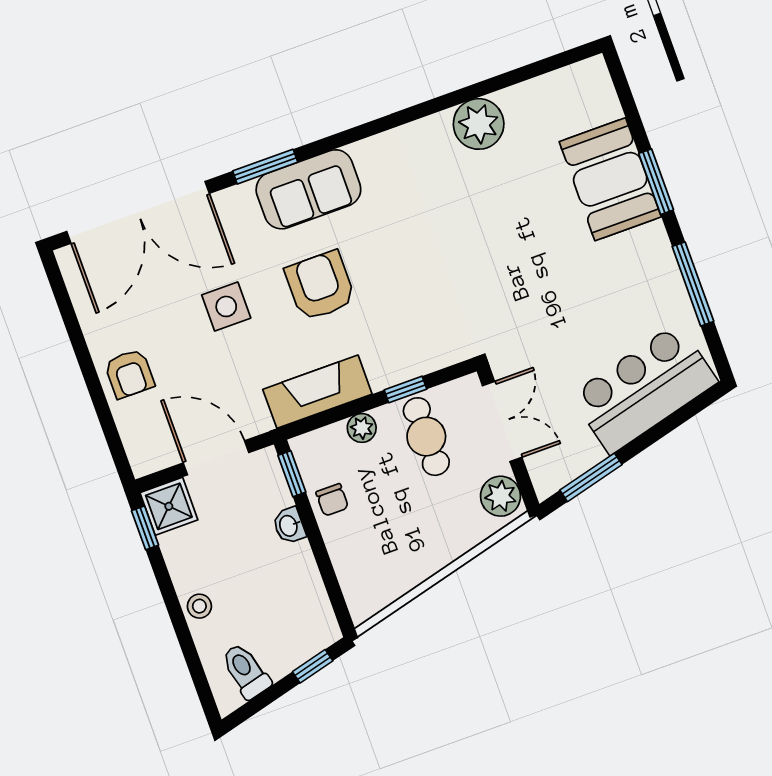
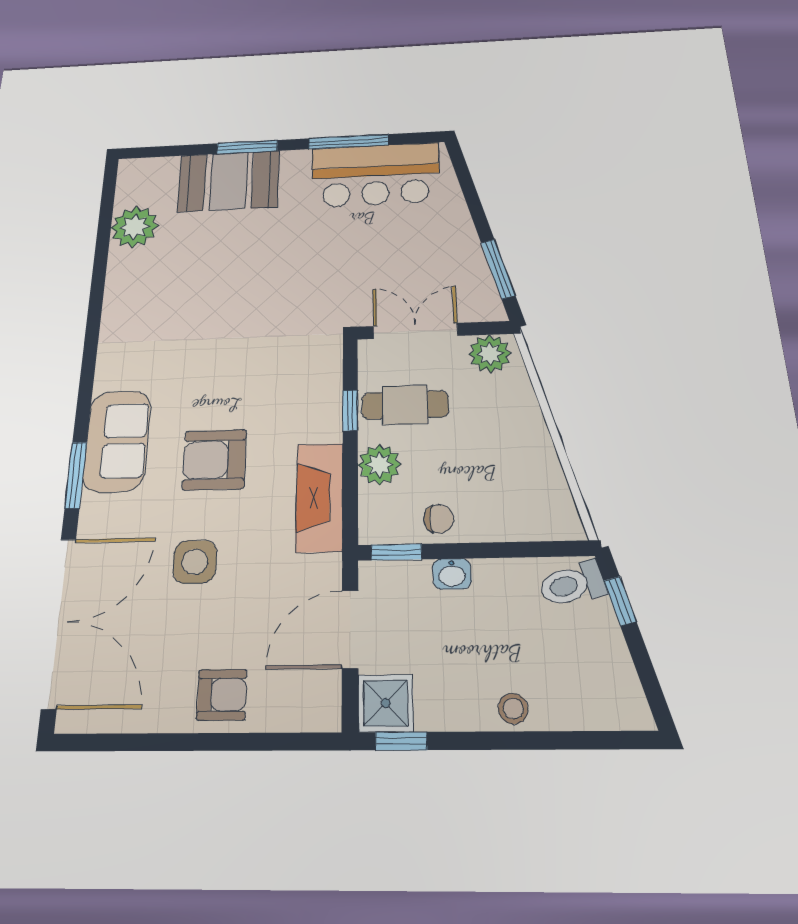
plant: (479, 124) -> (135, 227), moved
bar counter: (644, 389) -> (375, 175), moved, turned -76
plant: (362, 428) -> (379, 465), width x1.38, depth x1.38
toilet: (246, 671) -> (572, 584), moved

